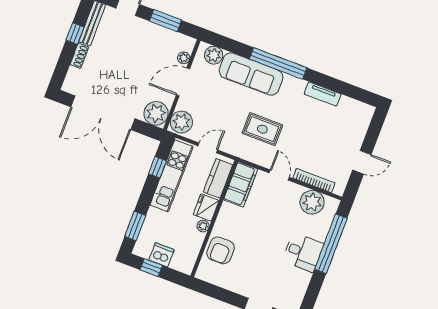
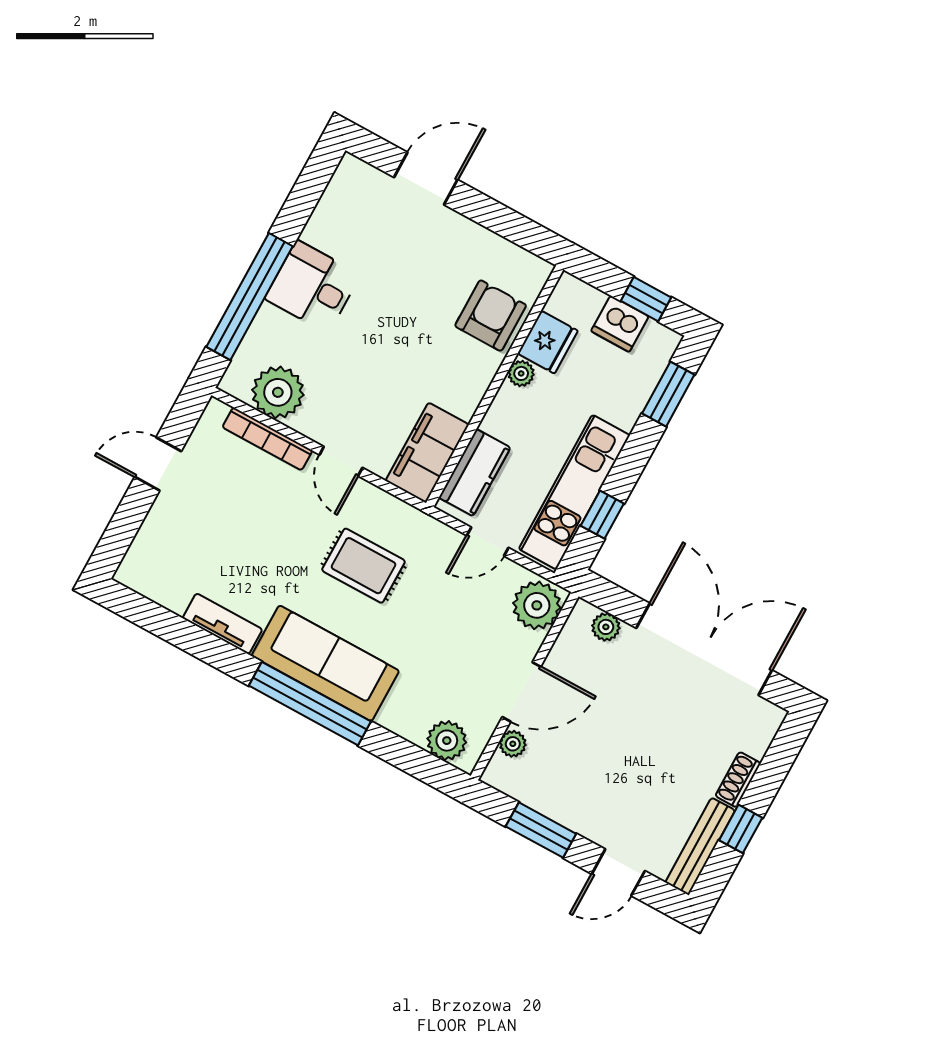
sofa: (251, 74) -> (325, 663), moved
plant: (156, 113) -> (606, 627), width x0.53, depth x0.53
fridge: (206, 208) -> (548, 342), moved

